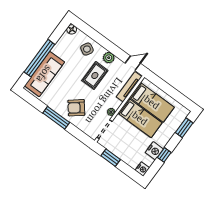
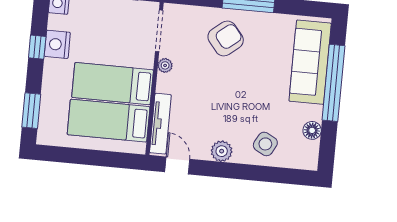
floor lamp: (72, 29) -> (312, 130), moved
door: (133, 63) -> (177, 165), swing flipped
rug: (95, 75) -> (227, 109), removed

